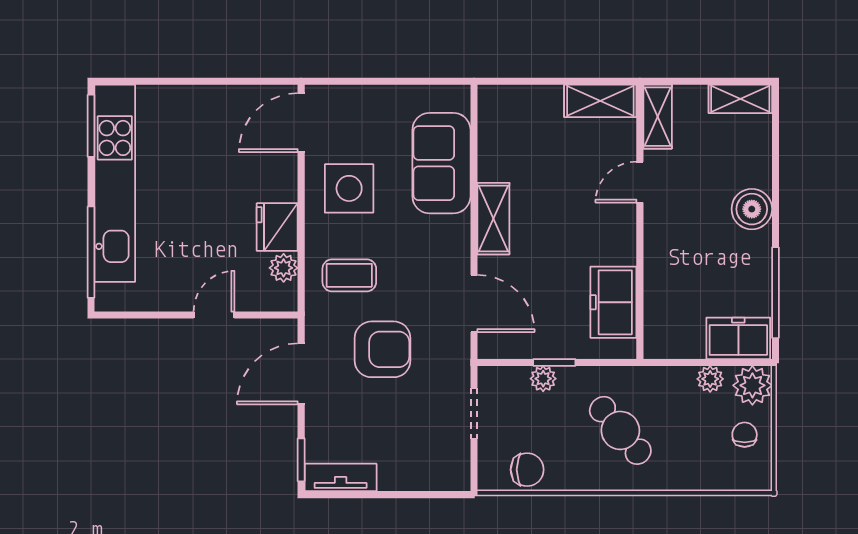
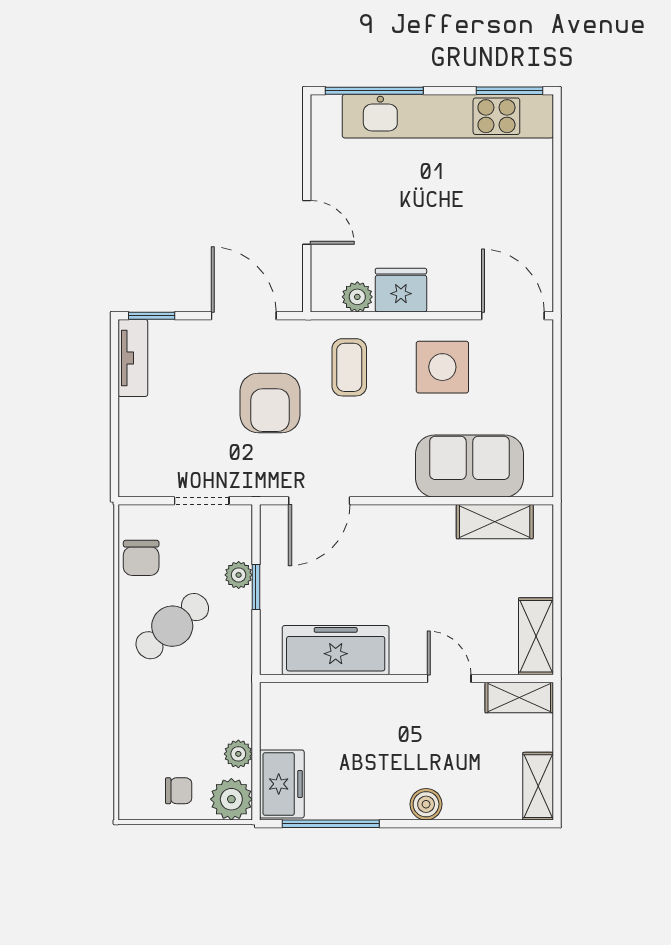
boiler: (752, 209) -> (426, 804), width x0.73, depth x0.73
shelving: (493, 219) -> (495, 522), moved
freezer: (613, 302) -> (336, 650), width x1.40
cafe table: (620, 430) -> (172, 626), moved

